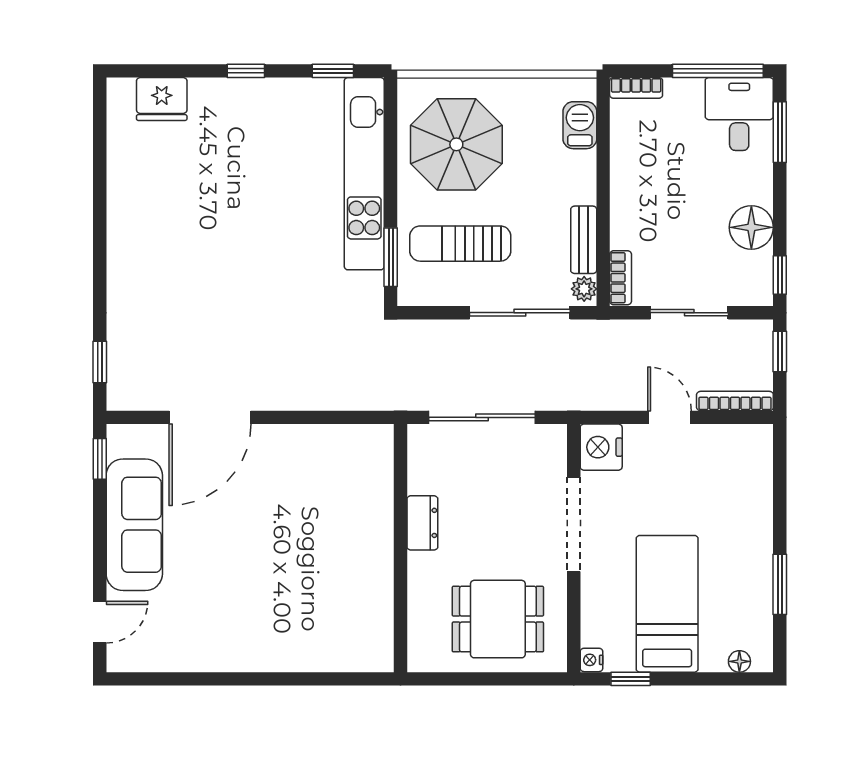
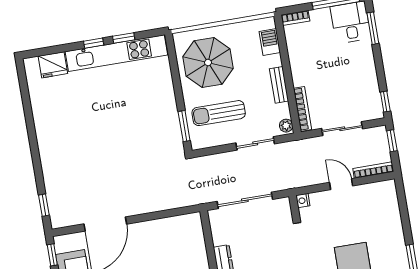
window: (333, 71) -> (124, 38), moved
kitchen unit: (364, 174) -> (116, 53), moved, turned -90
floor lamp: (751, 227) -> (367, 80), removed
bench: (584, 240) -> (279, 85), moved
bookcase: (621, 278) -> (303, 109), width x1.56
sliding door: (520, 313) -> (255, 143), width x0.73
nightstand: (601, 447) -> (303, 200), width x0.53, depth x0.56

